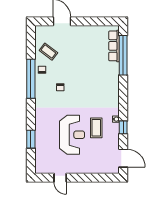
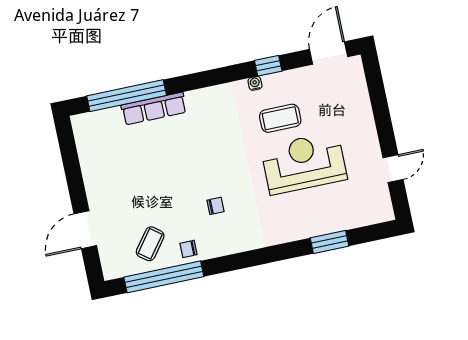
row of seats: (114, 46) -> (154, 109), moved
window: (31, 79) -> (164, 277), moved

